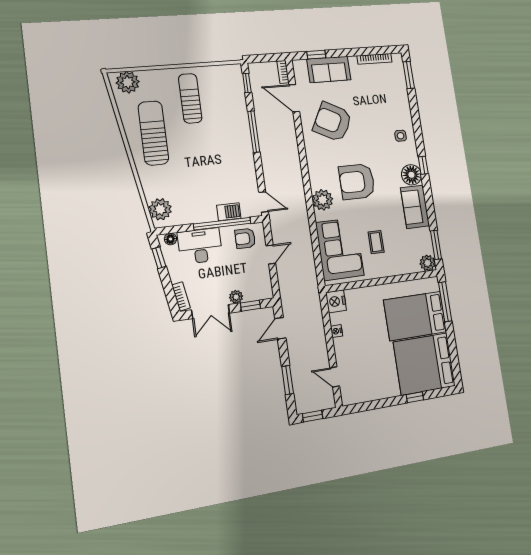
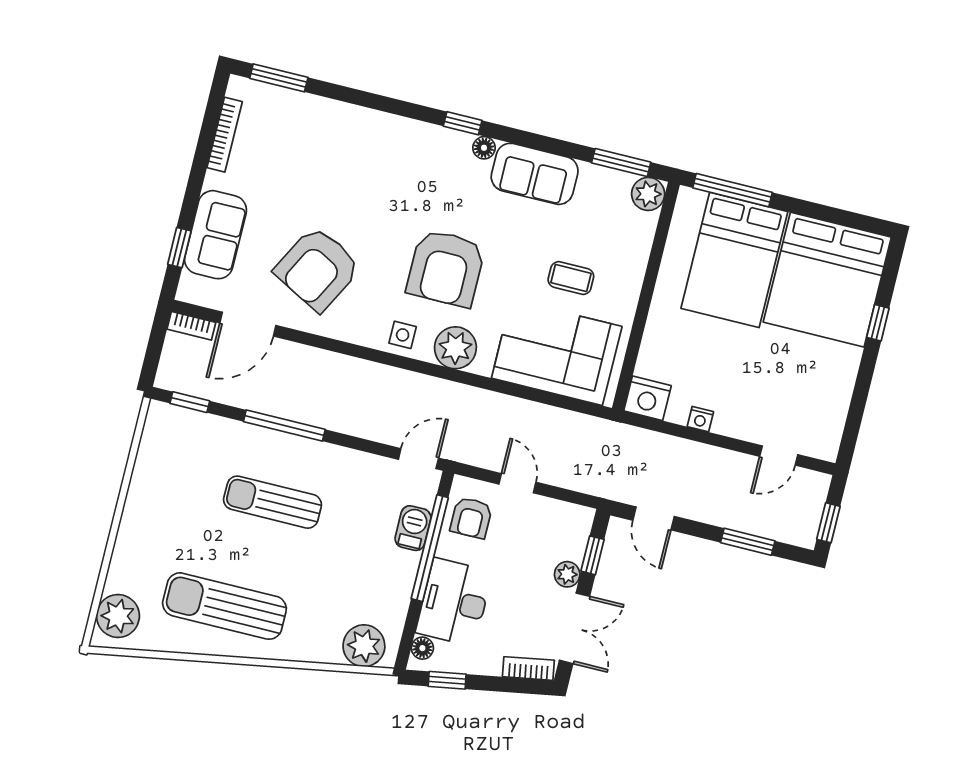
sun lounger: (190, 98) -> (273, 502), moved
side table: (401, 136) -> (403, 335), moved
floor lamp: (411, 175) -> (484, 148), width x0.53, depth x0.53

